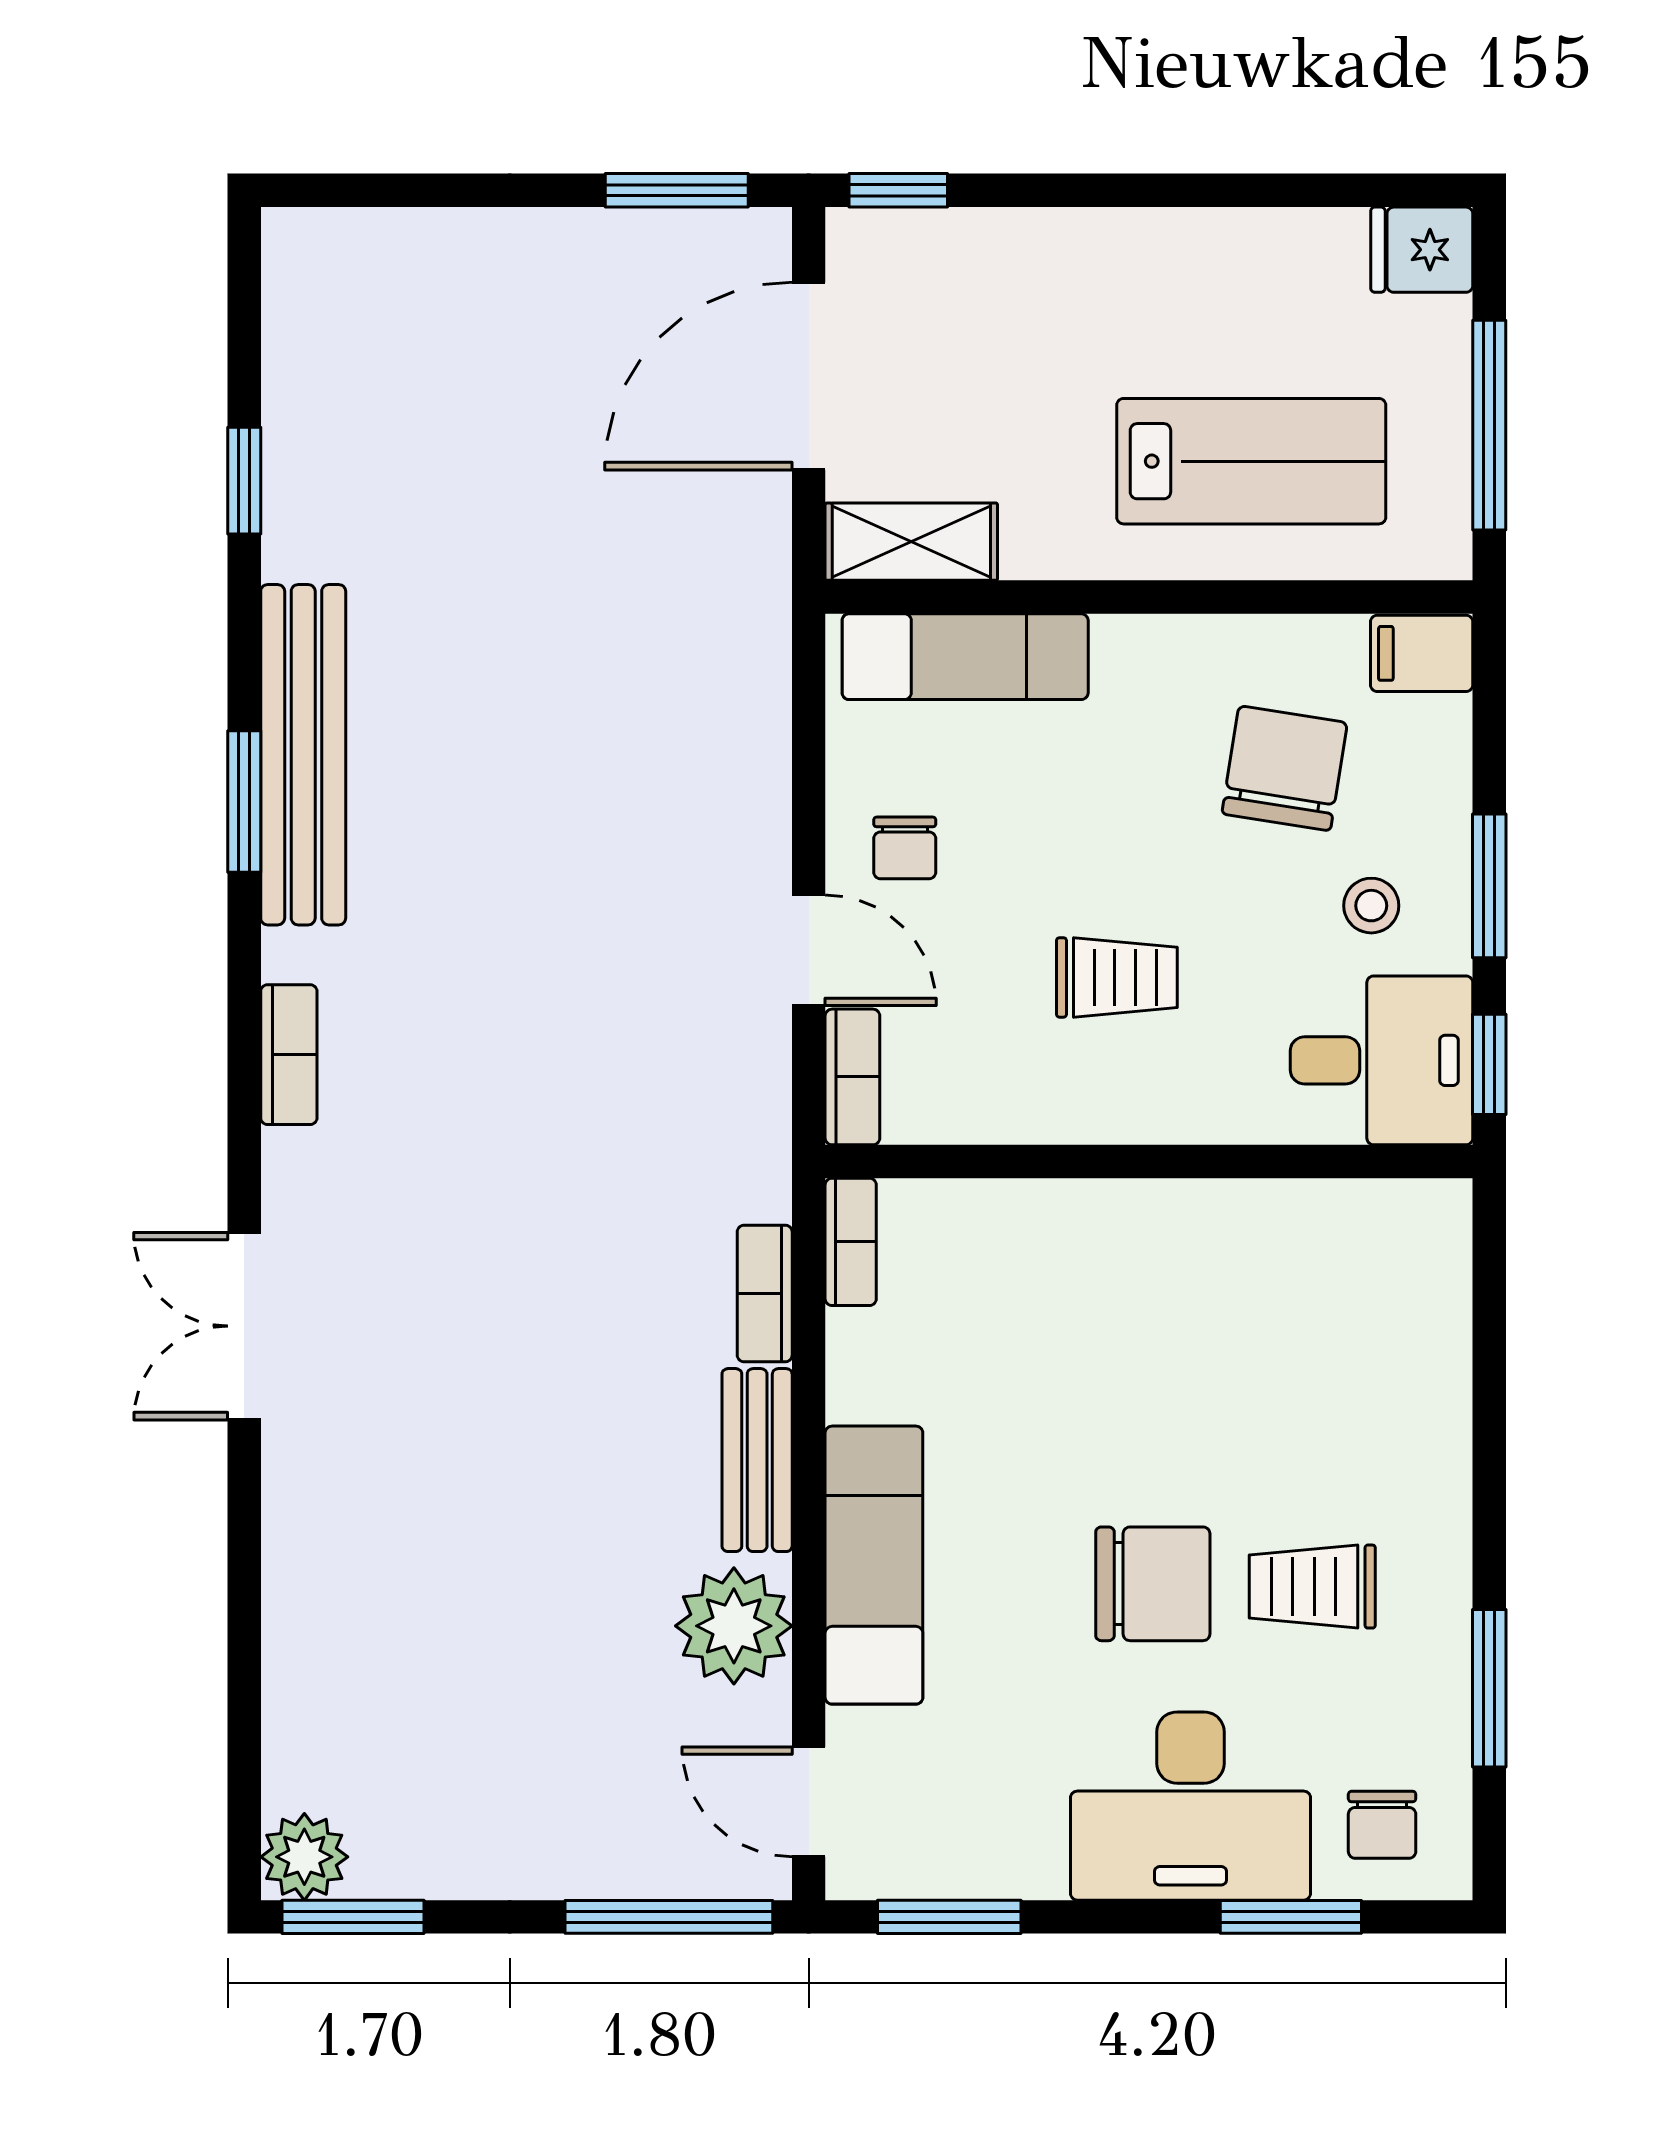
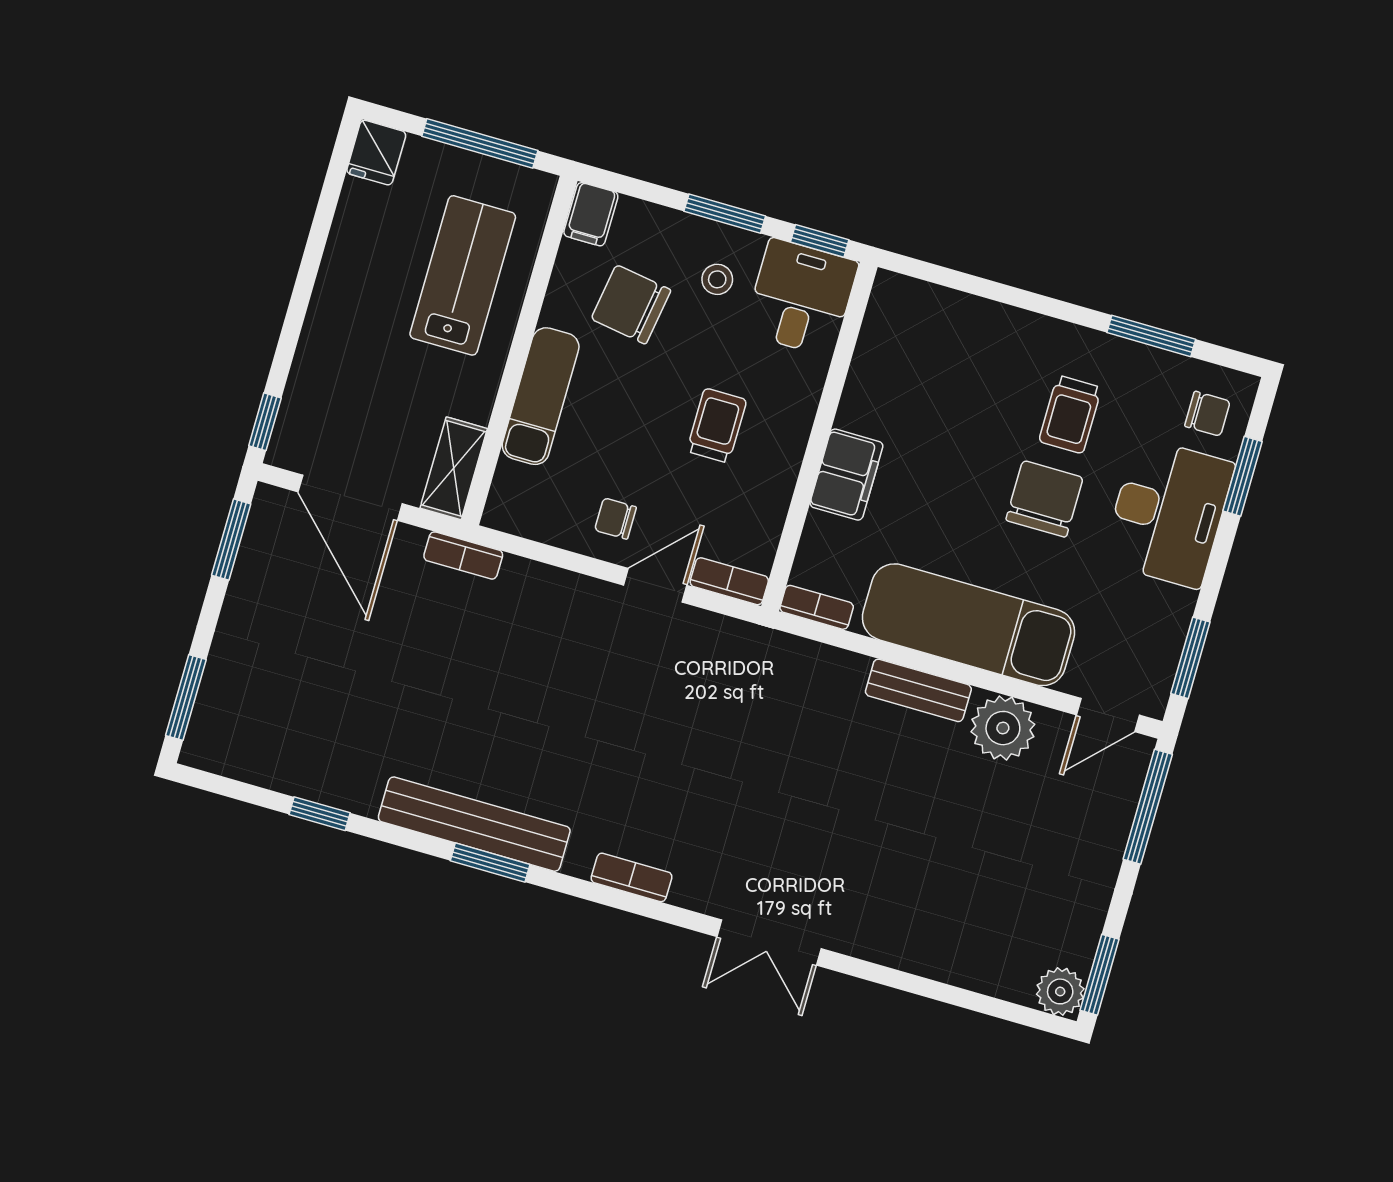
window: (380, 190) -> (186, 697), added
exam couch: (965, 657) -> (541, 396), moved
chair: (905, 848) -> (615, 519), turned 180
filing cabinet: (1096, 1227) -> (846, 475), added
bookcase: (765, 1293) -> (463, 555), moved
exam couch: (874, 1565) -> (969, 625), width x1.36, depth x1.45

